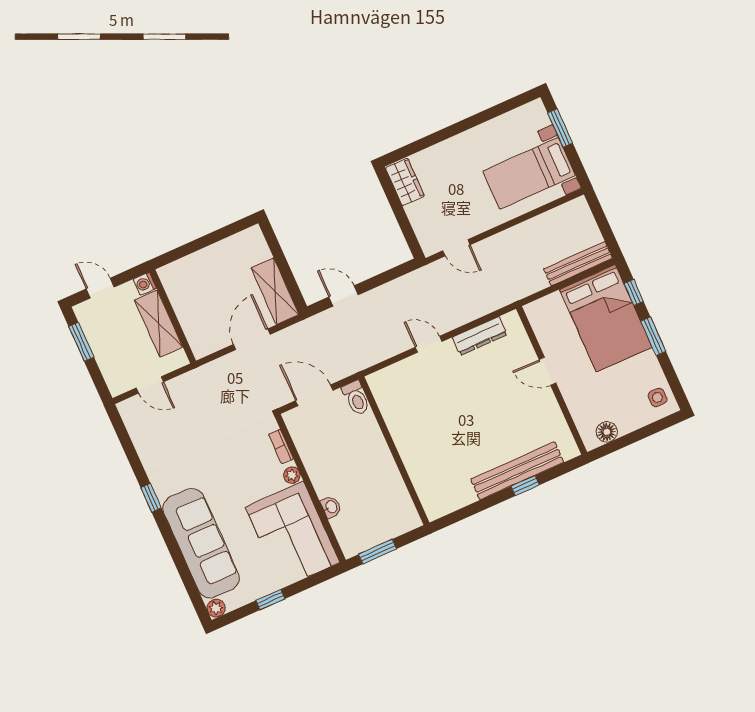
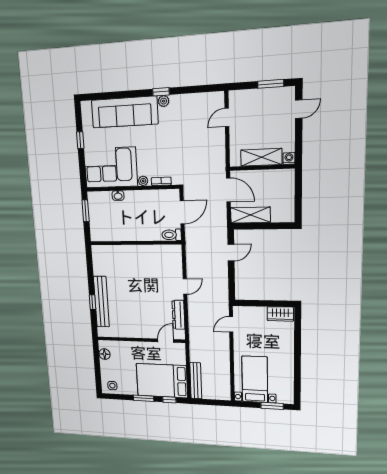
washing machine: (145, 284) -> (289, 158), moved
wall: (173, 316) -> (262, 168), moved
shelving: (159, 324) -> (261, 157), moved
door: (547, 371) -> (166, 341), moved
plant: (216, 608) -> (164, 101), moved

